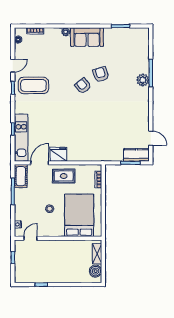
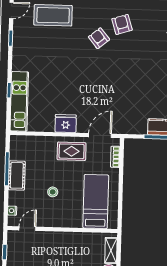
coffee table: (33, 85) -> (53, 15), moved
door: (40, 163) -> (100, 135), moved
cot: (21, 176) -> (17, 175), moved
bed: (79, 215) -> (96, 202), width x0.67

